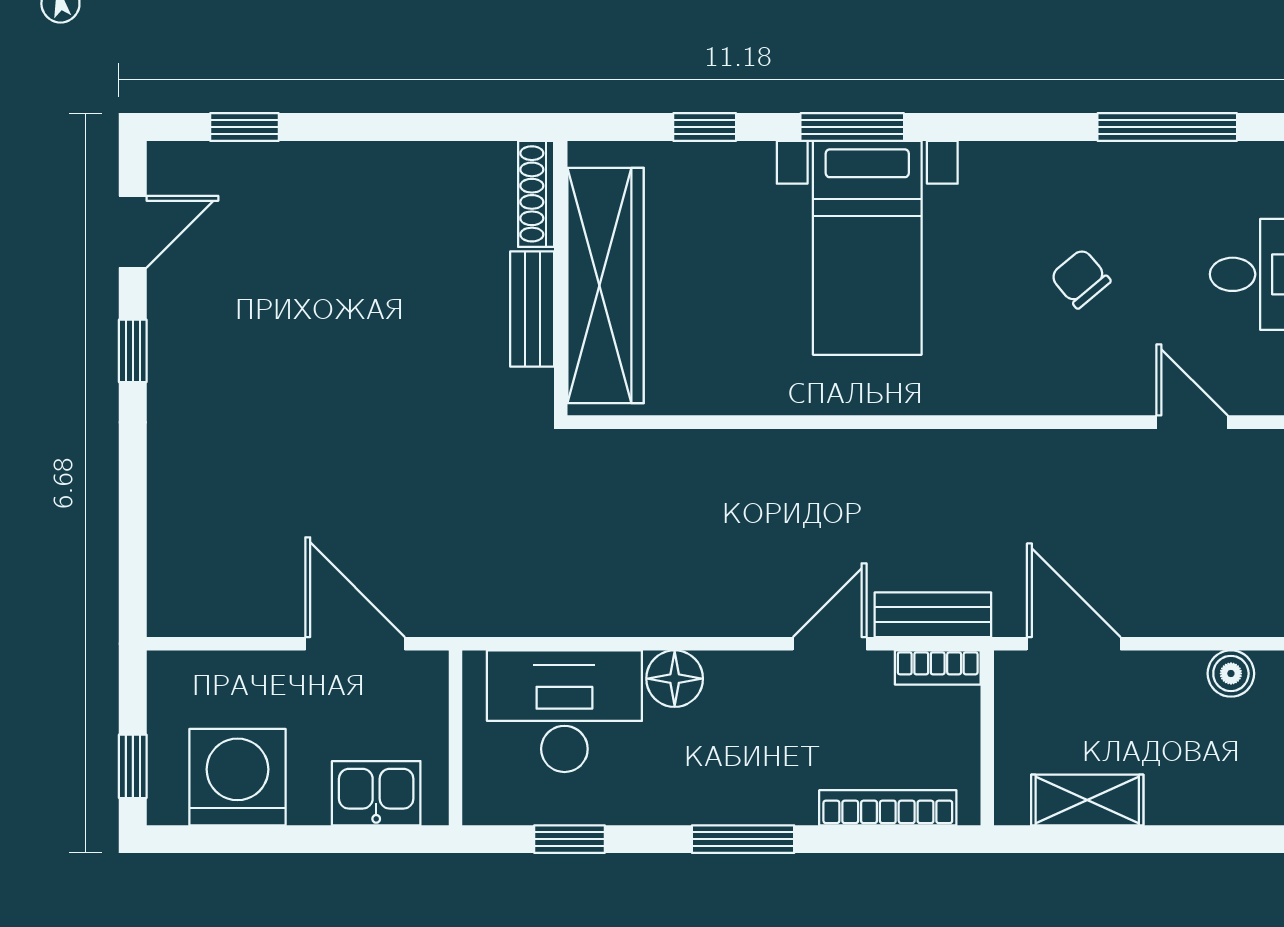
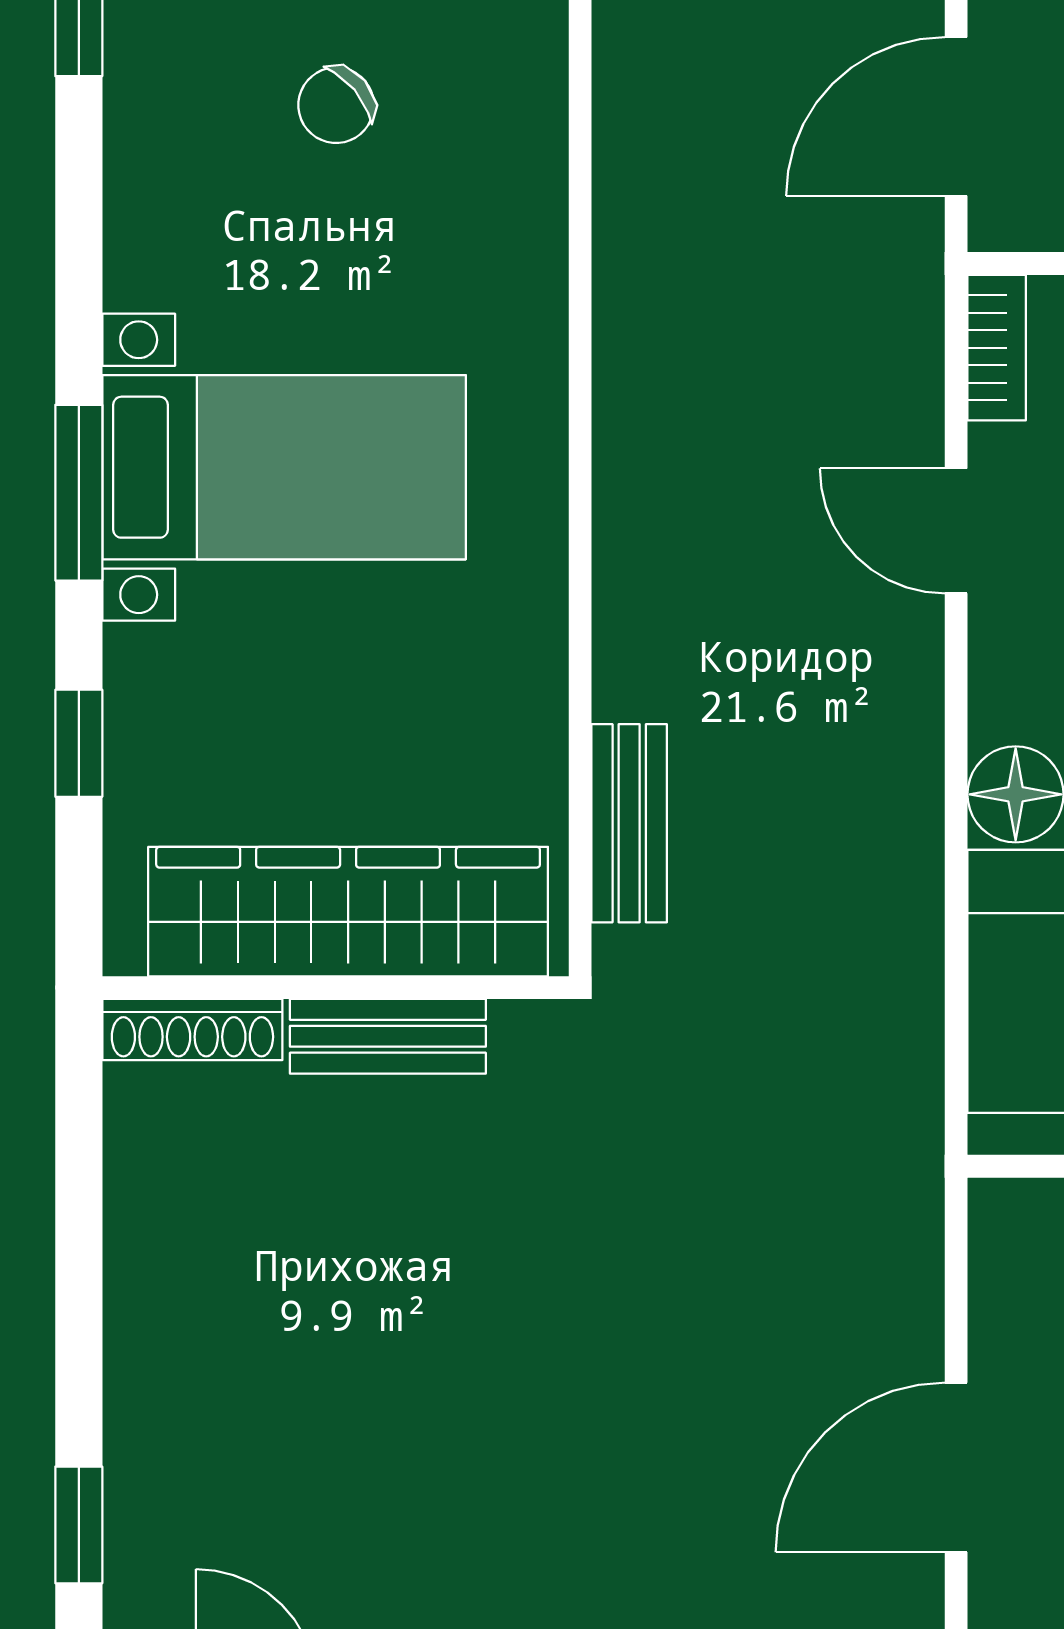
bench: (933, 615) -> (629, 823), moved
door: (355, 644) -> (956, 1467), moved

